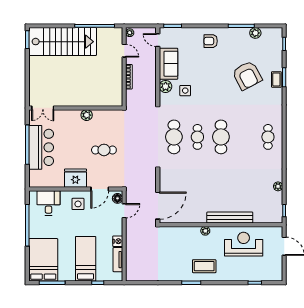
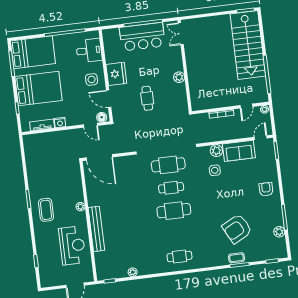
bed: (86, 259) -> (38, 88), width x1.50

